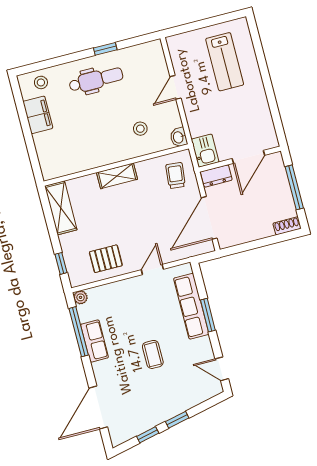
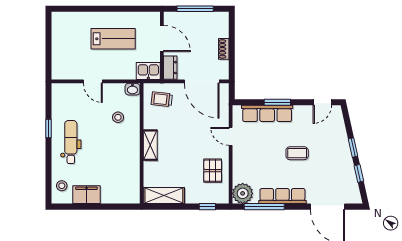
lab bench: (225, 62) -> (113, 39), moved
shoe rack: (287, 226) -> (224, 49), moved
plant: (81, 297) -> (243, 193), width x1.88, depth x1.88
row of seats: (95, 341) -> (282, 196), width x1.48

